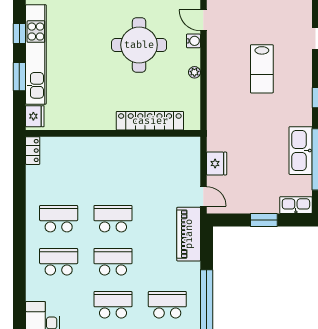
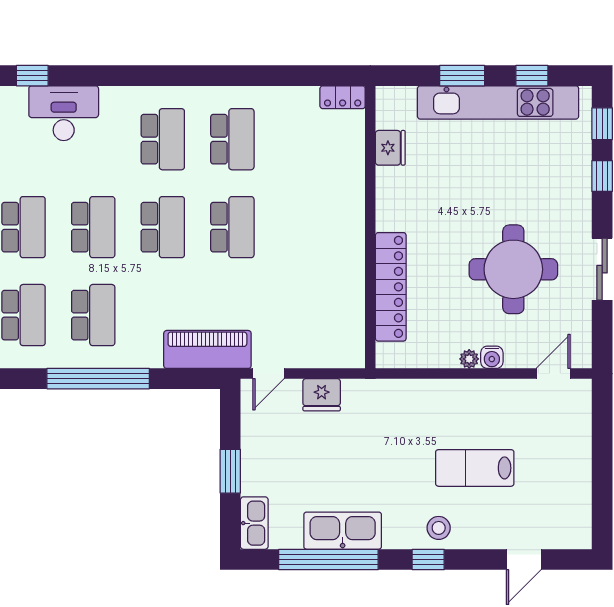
water cooler: (193, 41) -> (492, 357), moved
stool: (299, 91) -> (439, 528), added
fridge: (35, 116) -> (390, 148), moved, turned -90

